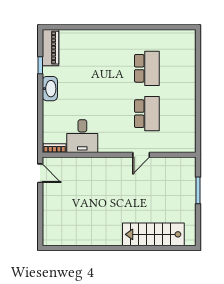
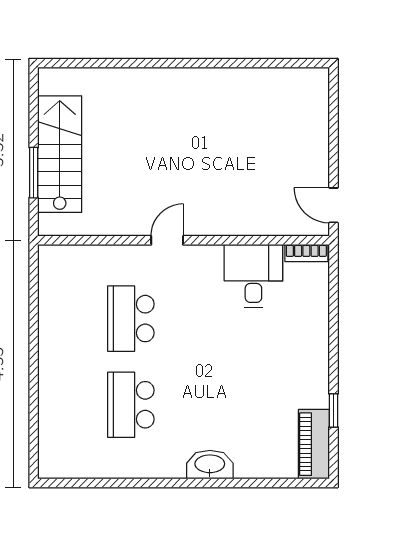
washbasin: (50, 89) -> (210, 465), moved, turned 90
door: (141, 155) -> (167, 240), moved
stairs: (153, 234) -> (60, 154), moved, turned -90

